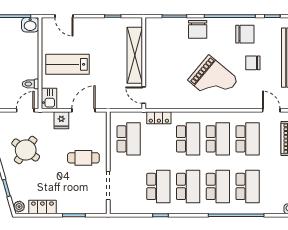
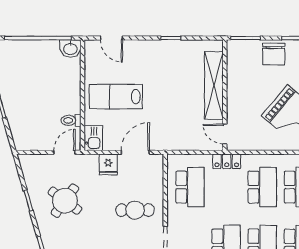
shelving: (135, 55) -> (214, 86), moved
wall: (144, 63) -> (225, 95), moved
door: (144, 95) -> (225, 134), moved

